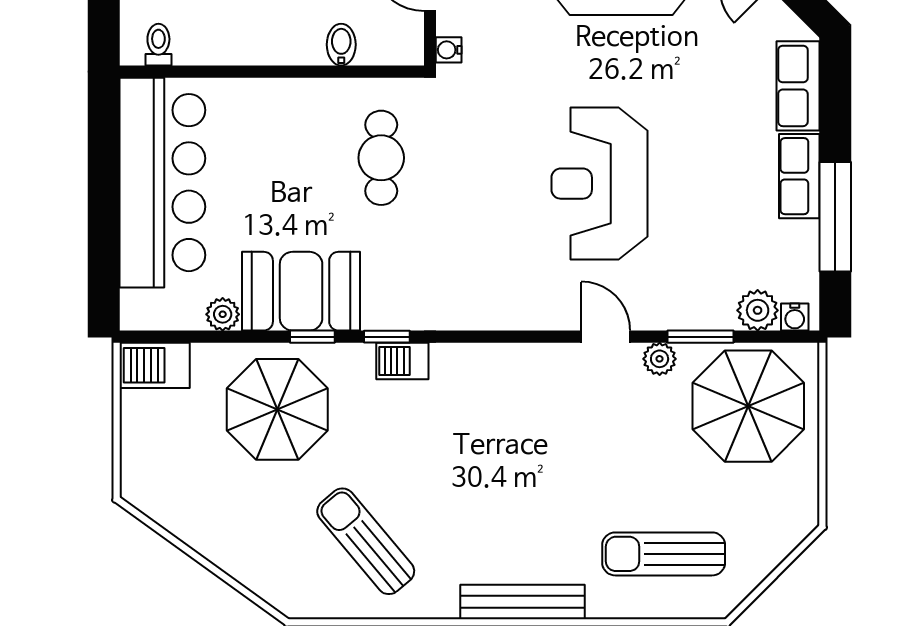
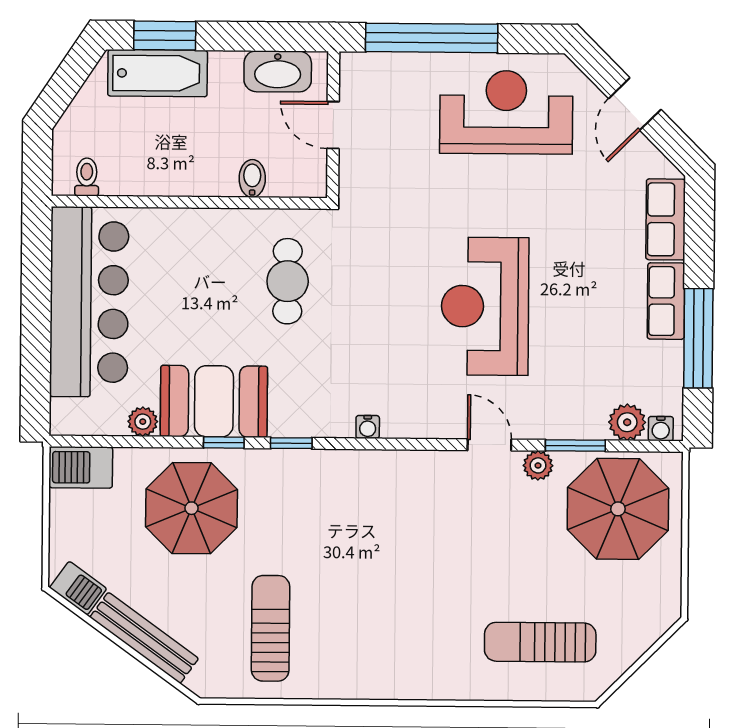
water cooler: (449, 50) -> (368, 427), moved, turned -90
barbecue: (402, 361) -> (78, 588), moved, turned -144
sun lounger: (366, 541) -> (271, 628), turned 40
bench: (523, 602) -> (144, 638), moved, turned 36

